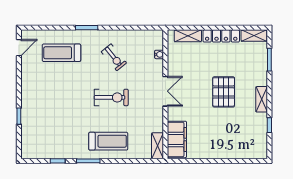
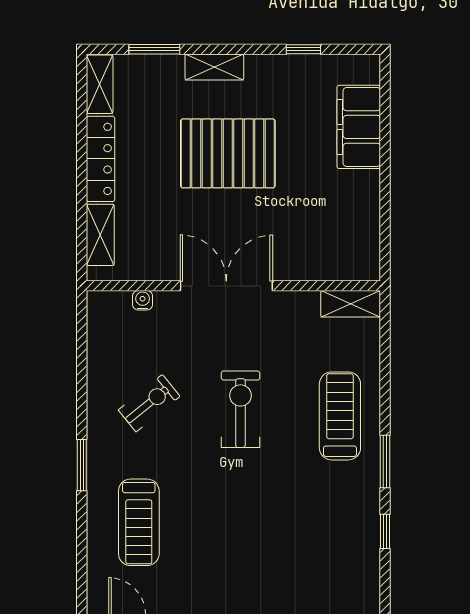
double door: (165, 91) -> (226, 286), width x1.37
pallet: (224, 92) -> (228, 153), width x1.37, depth x1.41
shelving: (262, 99) -> (214, 67), moved
filing cabinet: (177, 139) -> (359, 127), moved, turned -90

